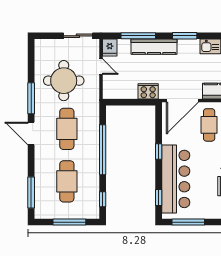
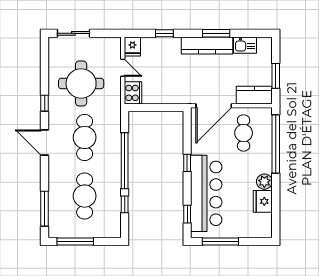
sliding door: (78, 36) -> (73, 33), moved
window: (138, 36) -> (164, 33), width x0.46
kitchen counter: (154, 47) -> (207, 45), moved
cooker: (148, 91) -> (133, 93), moved, turned 90
window: (31, 98) -> (45, 103), width x0.46
window: (103, 199) -> (125, 204), moved
window: (69, 222) -> (75, 242), moved

